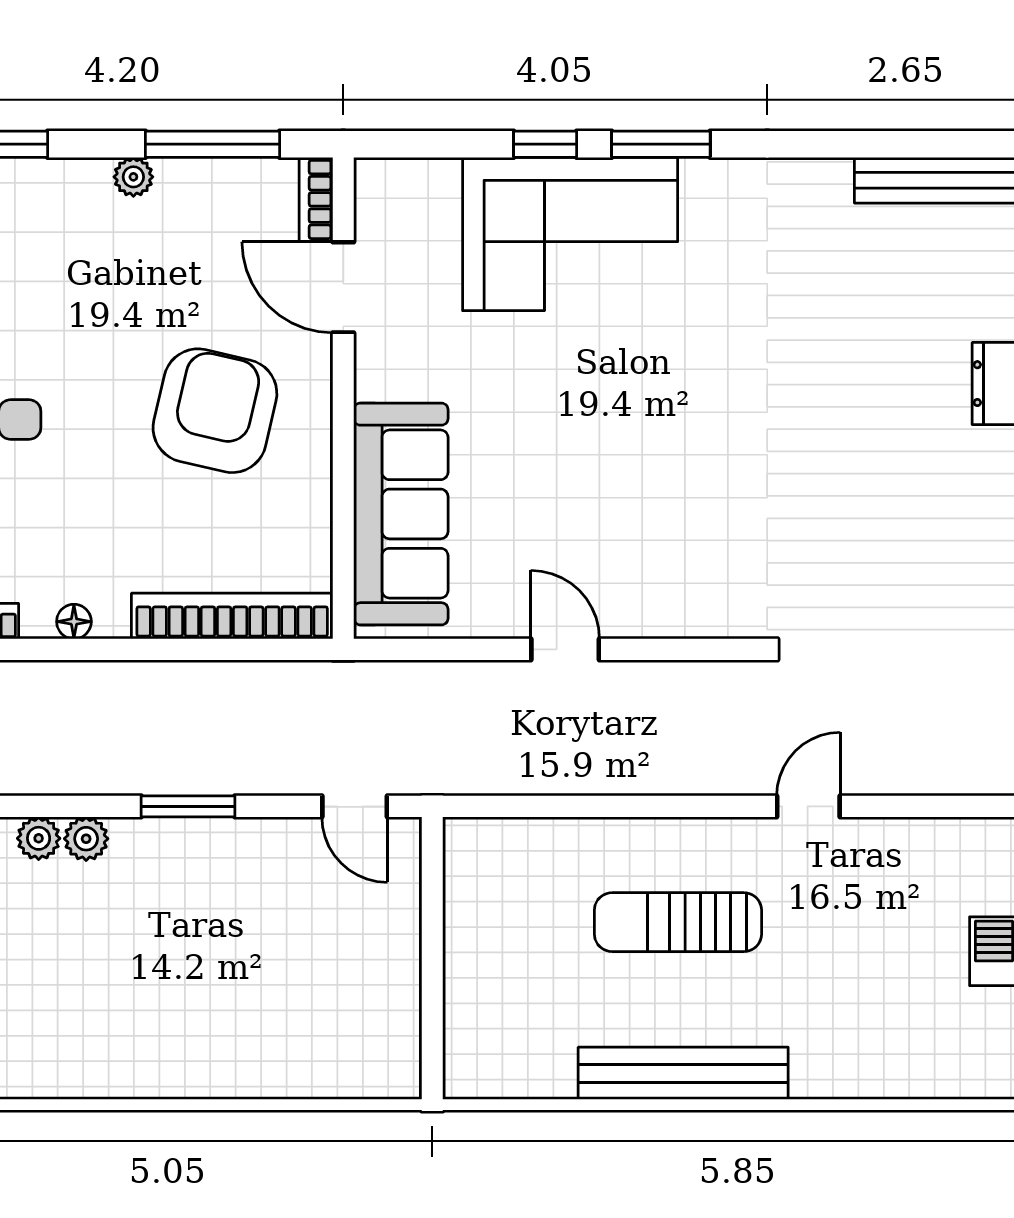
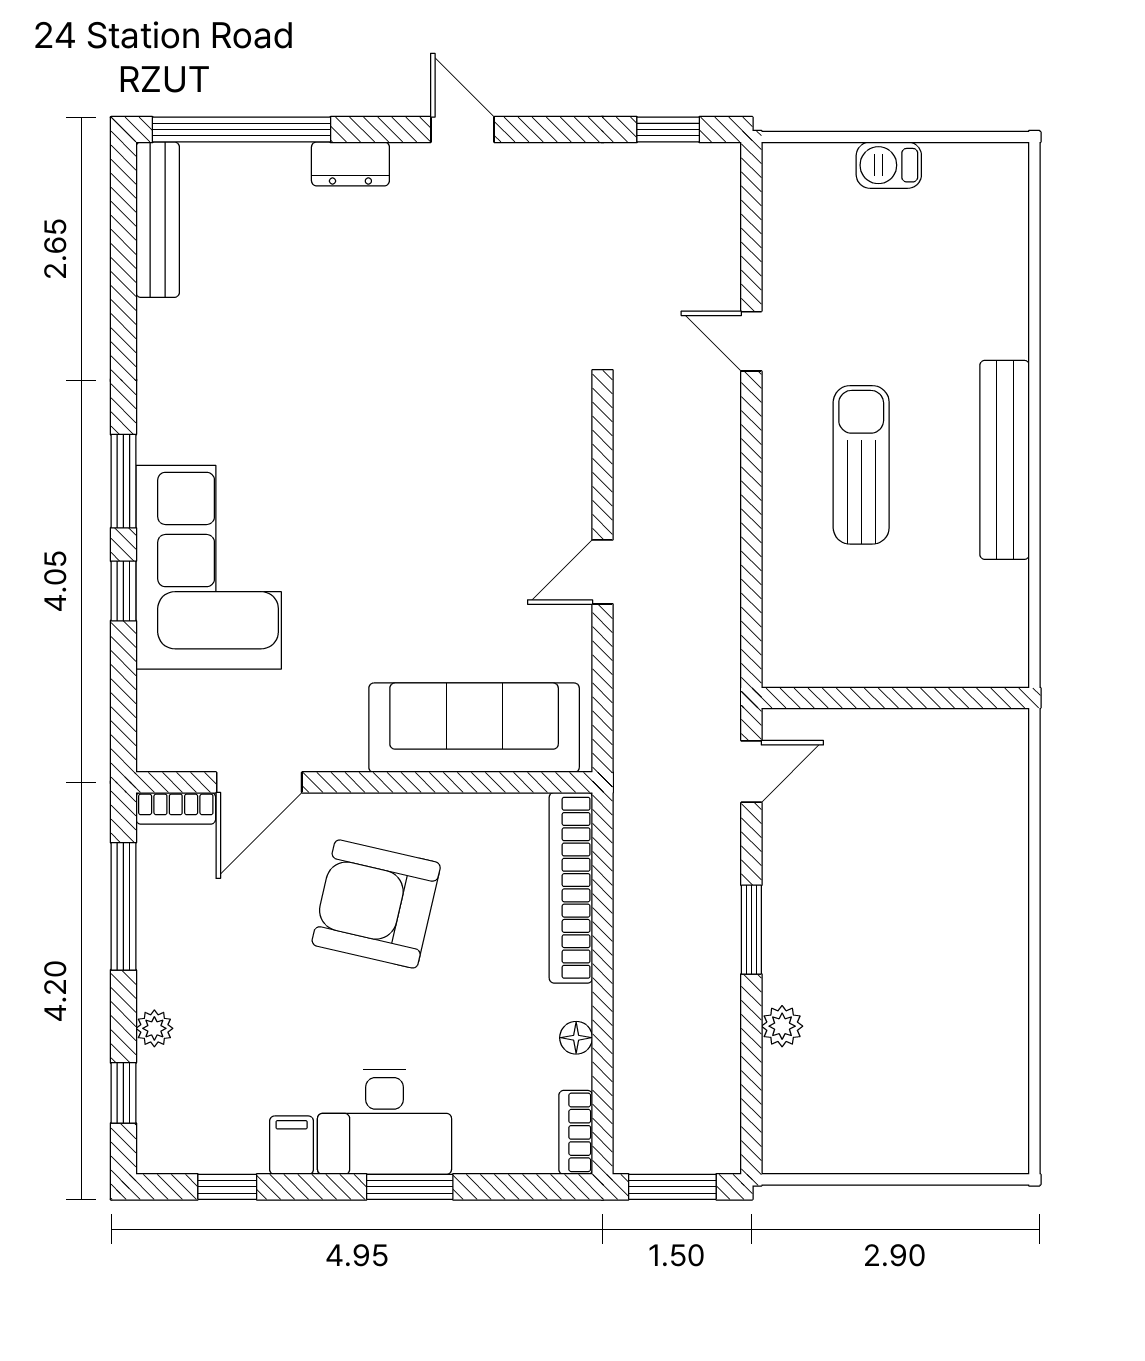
plant: (133, 177) -> (154, 1028), moved
plant: (39, 838) -> (782, 1071), removed
sun lounger: (678, 922) -> (861, 465), turned 180

